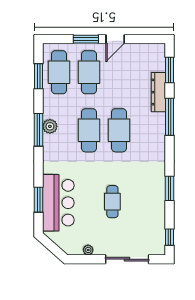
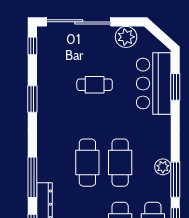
window: (39, 130) -> (175, 180), moved
cafe table: (112, 202) -> (95, 85), turned 90
plant: (88, 250) -> (126, 37), width x1.87, depth x1.87
sliding door: (127, 259) -> (79, 22), width x1.36

